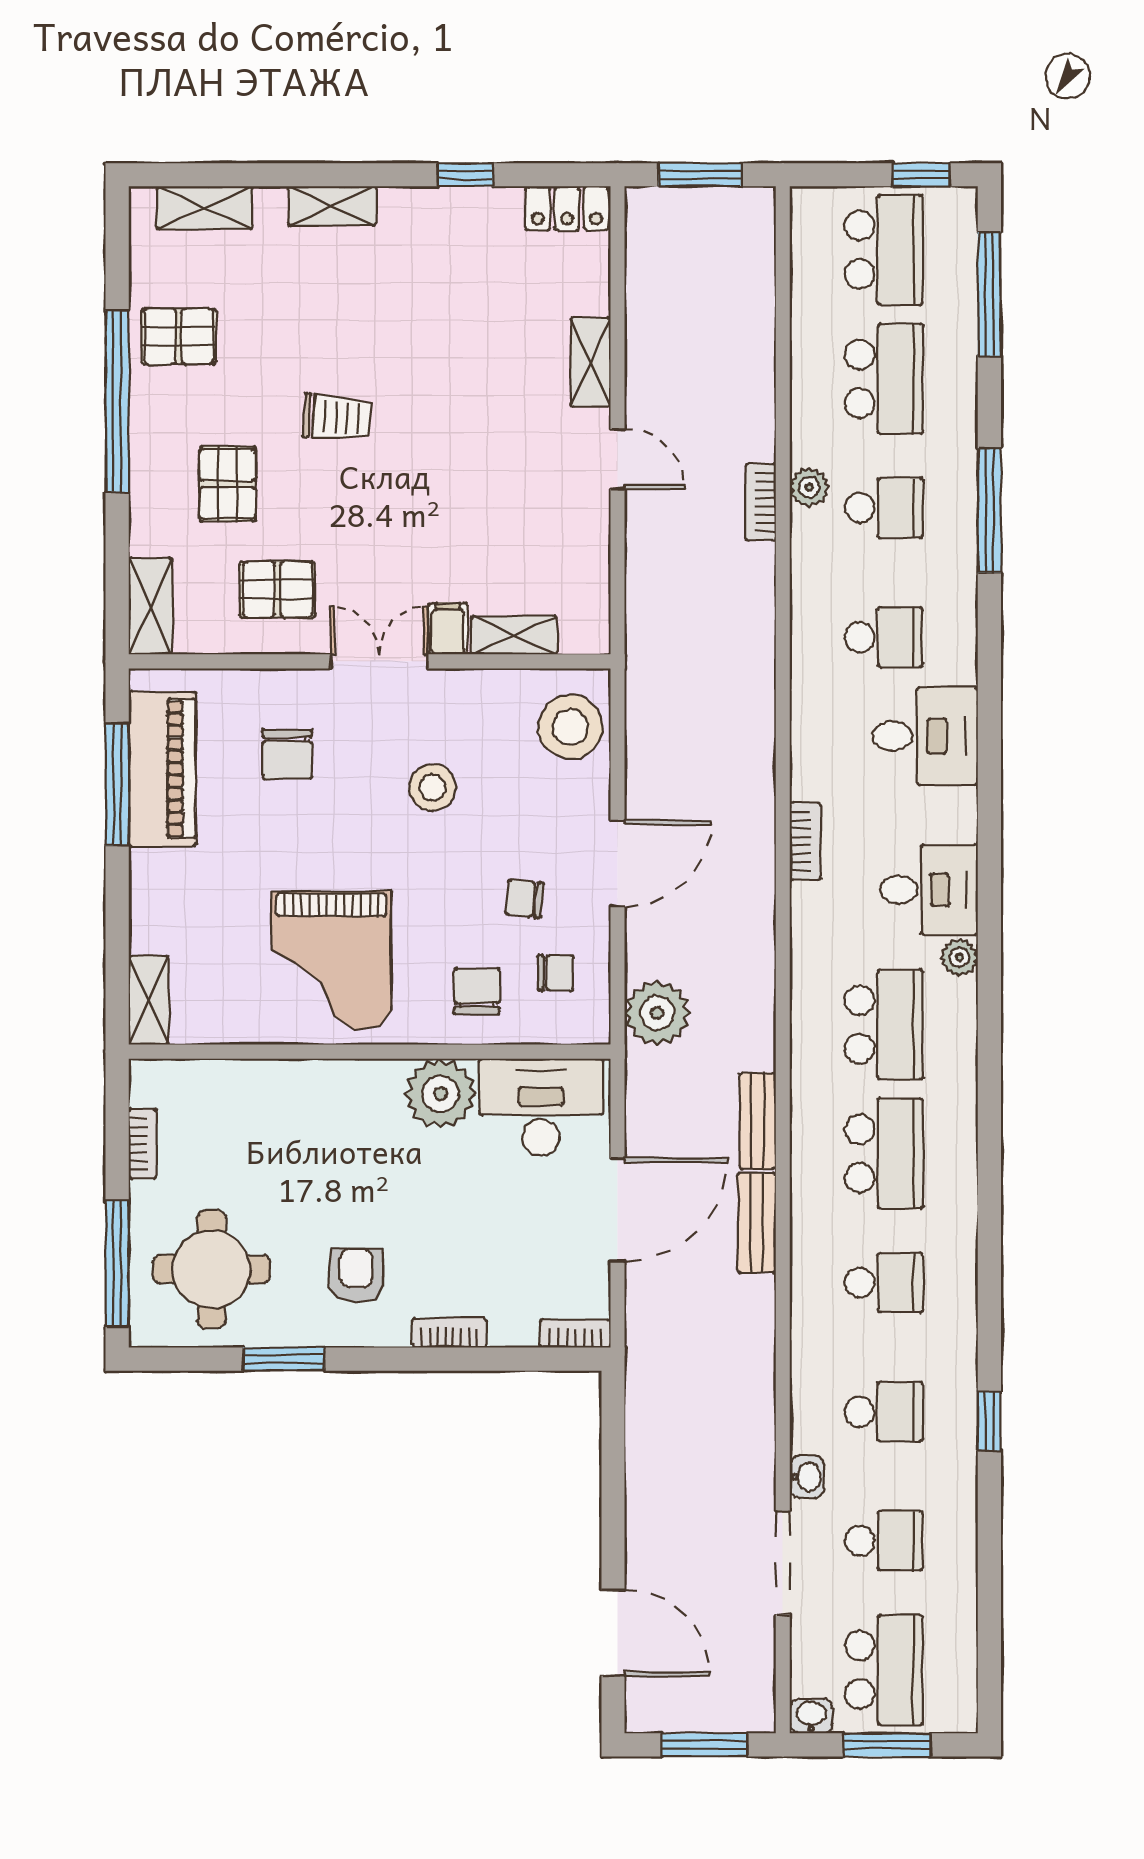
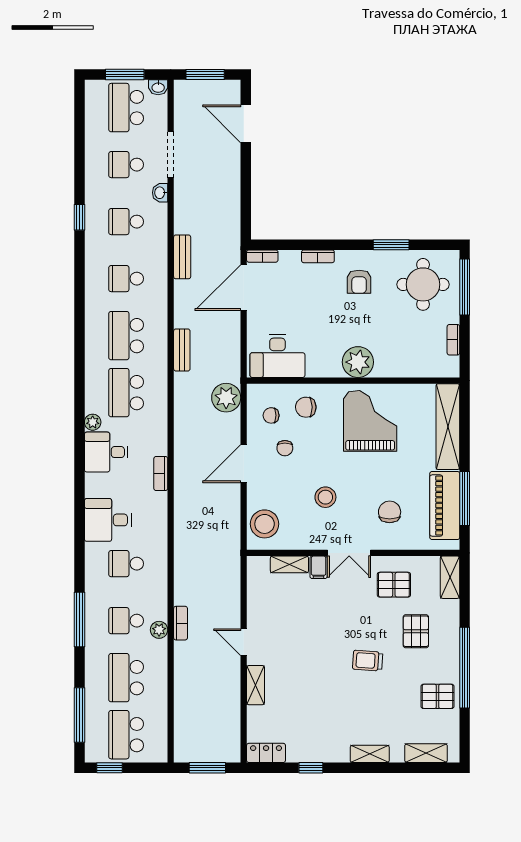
chair: (524, 899) -> (285, 448), turned 84
chair: (477, 991) -> (306, 407), turned 89
shelving: (149, 1000) -> (448, 427), width x2.20, depth x1.33
plant: (440, 1094) -> (358, 362), moved
door: (618, 1210) -> (244, 288), moved
bench: (757, 1223) -> (182, 257), moved

